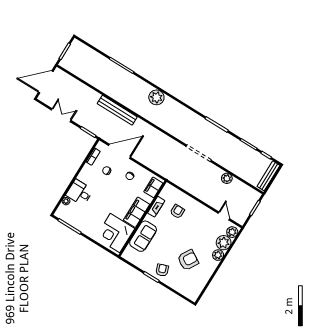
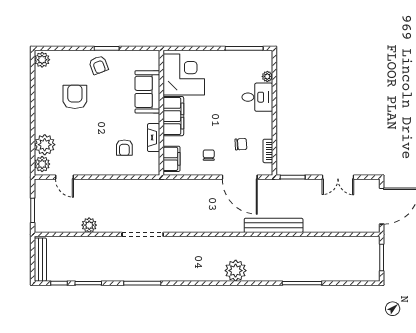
door: (119, 151) -> (240, 177), hinge flipped
plant: (218, 255) -> (42, 60), moved
armchair: (188, 260) -> (75, 97), turned 149

